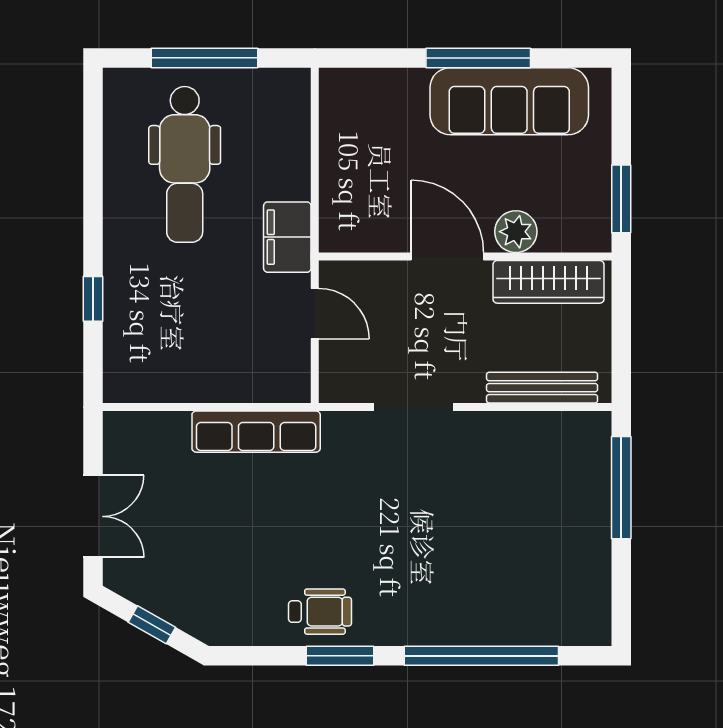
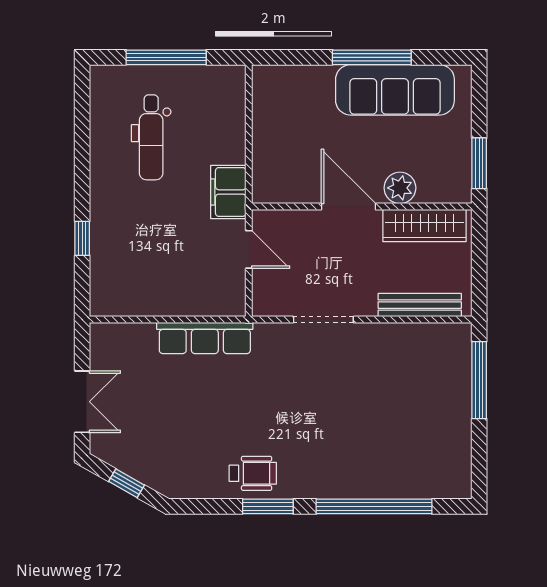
dental chair: (185, 164) -> (151, 137), width x0.73, depth x0.72

